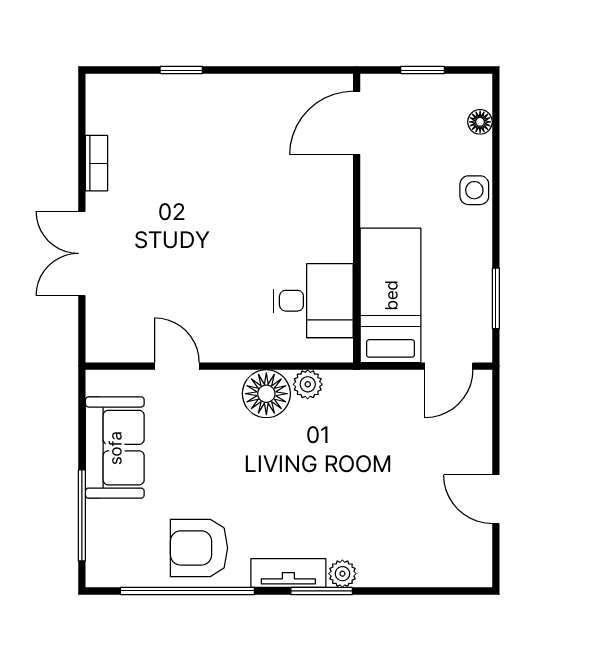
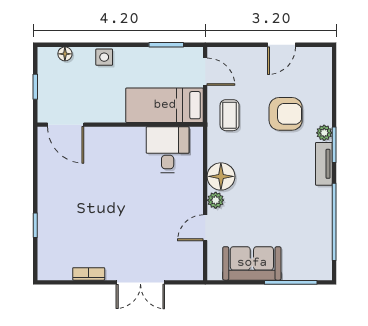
plant: (308, 384) -> (216, 200), moved
coffee table: (373, 409) -> (230, 115), added
armchair: (199, 548) -> (286, 114), moved, turned -90

